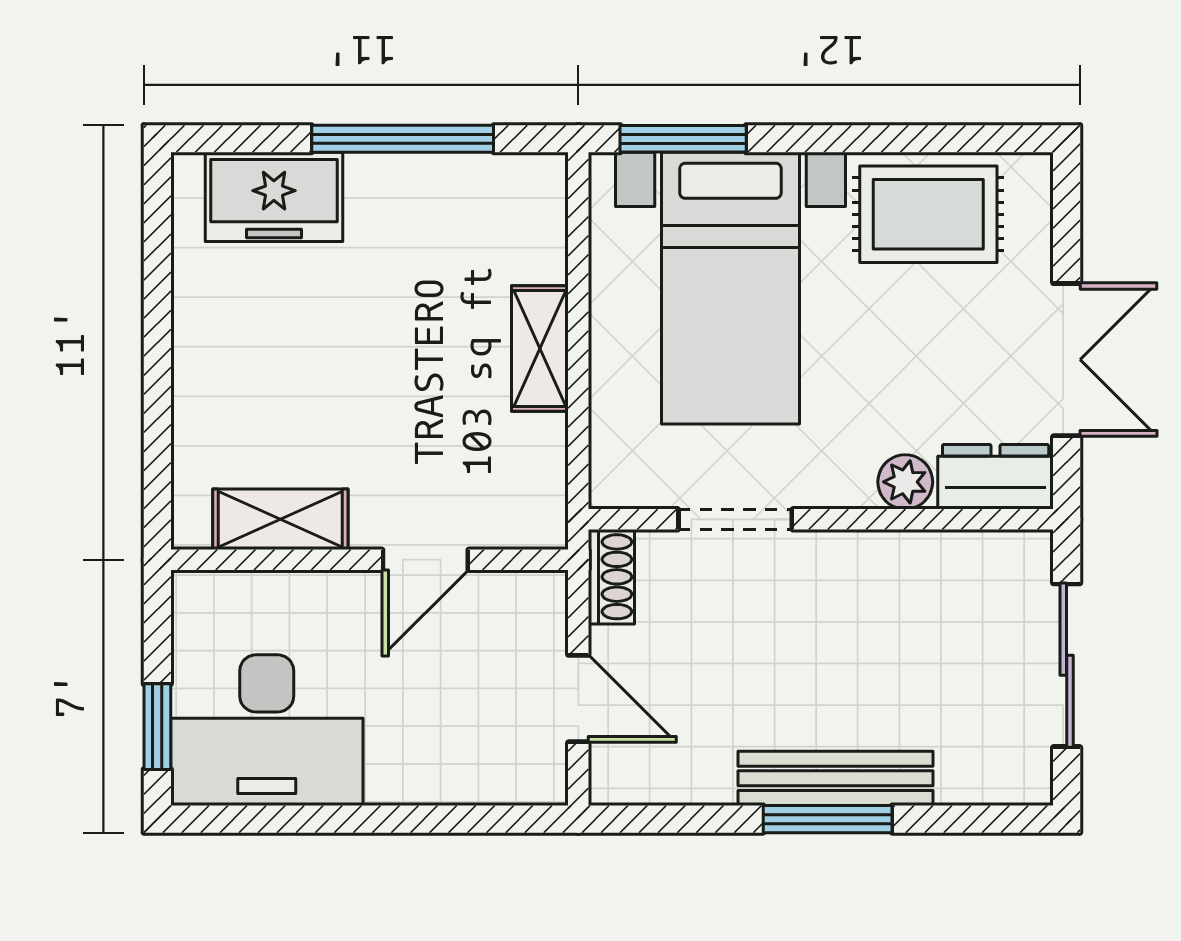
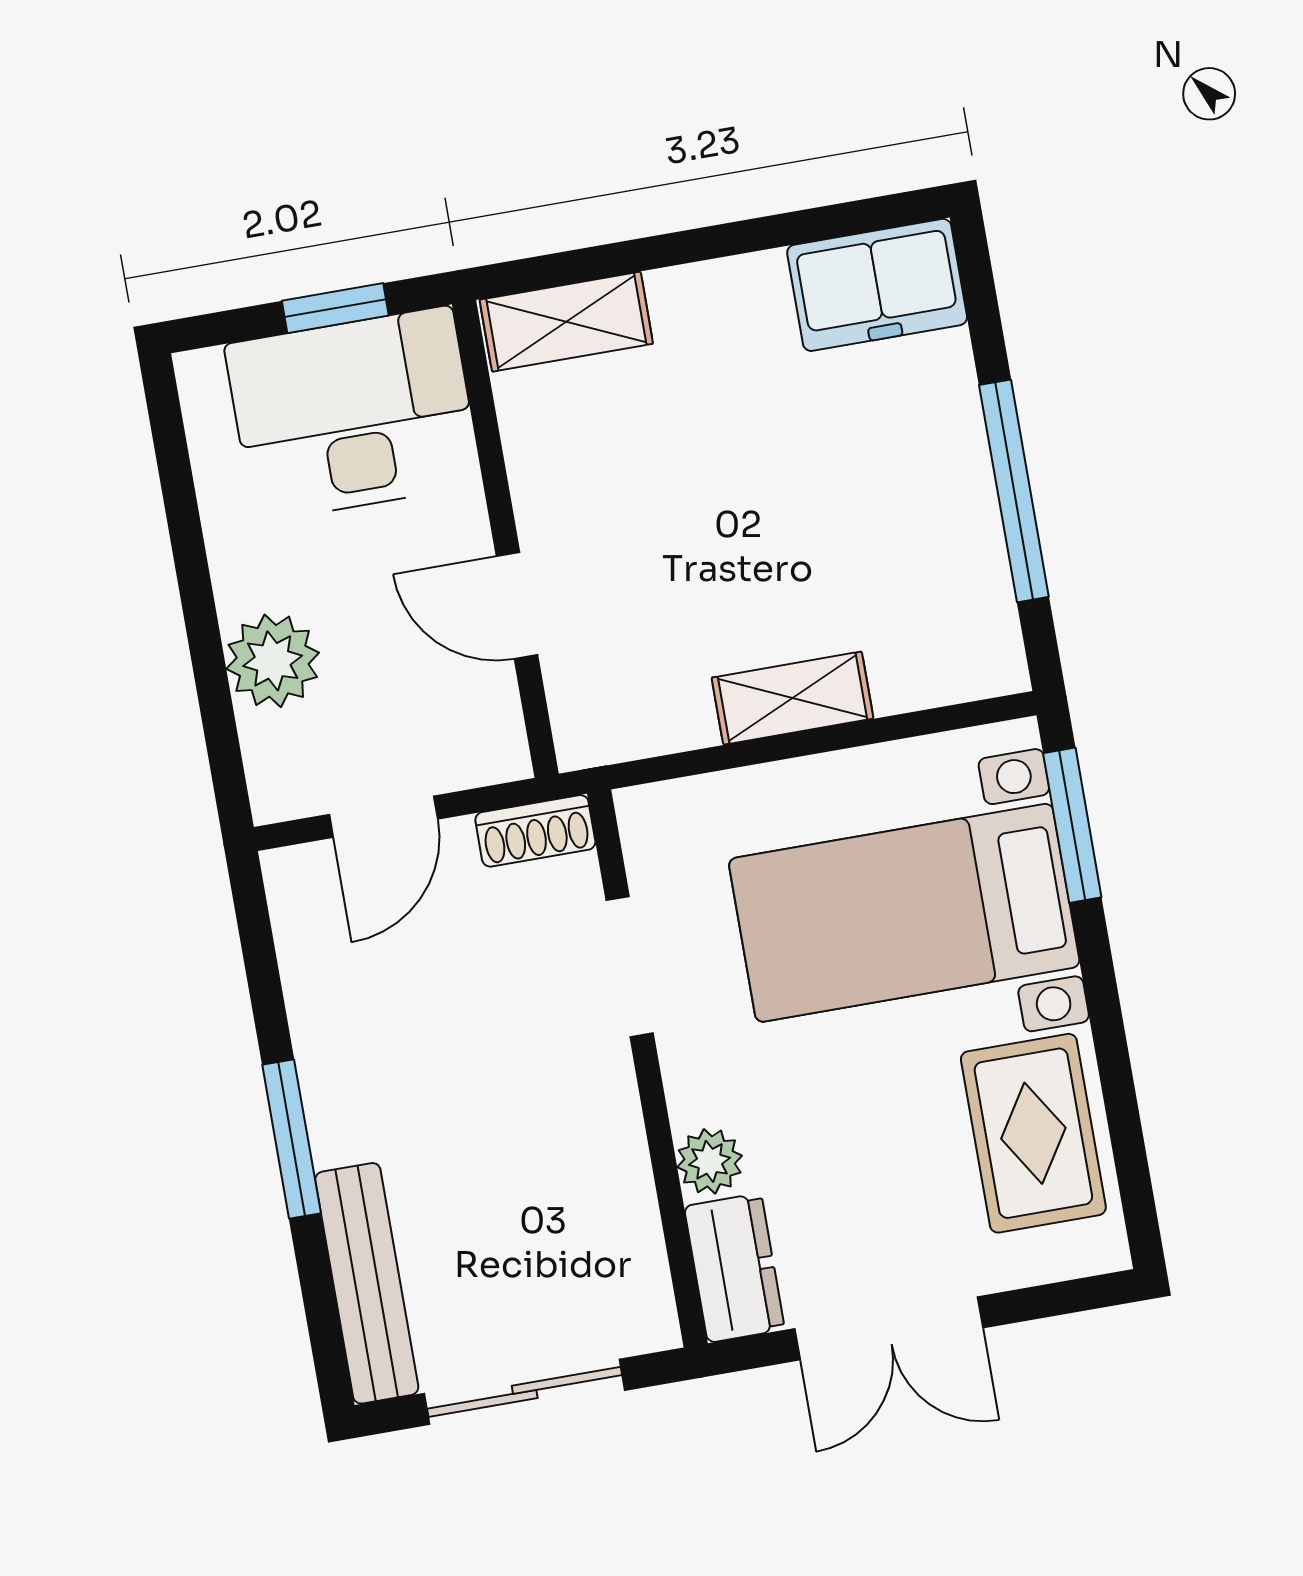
freezer: (274, 197) -> (877, 285), moved, turned -90
shelving: (280, 519) -> (566, 322), moved, turned 90
window: (157, 727) -> (335, 308), moved
desk: (267, 730) -> (353, 414), moved, turned 90
plant: (436, 767) -> (273, 661), added
bench: (835, 778) -> (367, 1283), moved

